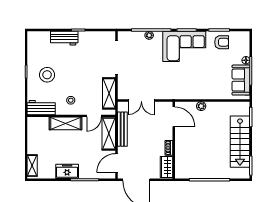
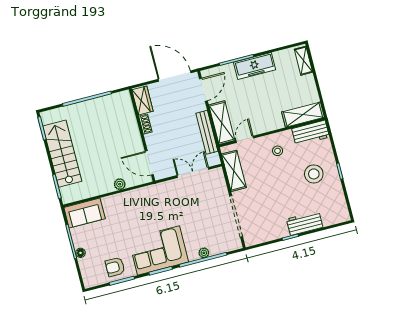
sofa: (241, 80) -> (85, 213), moved, turned 90
shelving: (65, 123) -> (303, 115), moved
freezer: (67, 171) -> (255, 66), width x1.40

